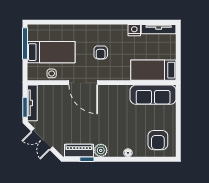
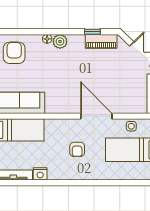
armchair: (101, 52) -> (77, 149), turned 180
plant: (101, 150) -> (60, 41), moved

